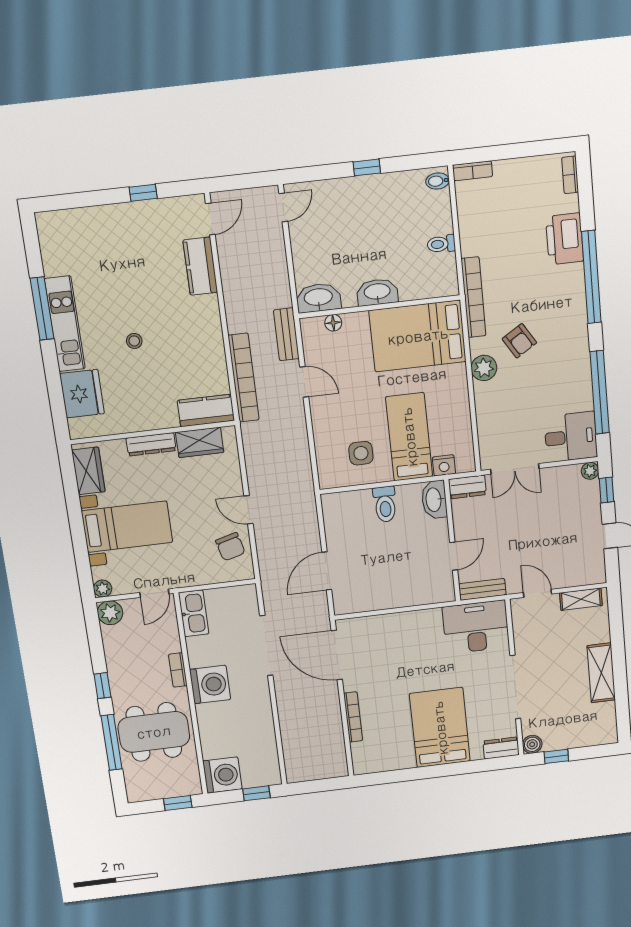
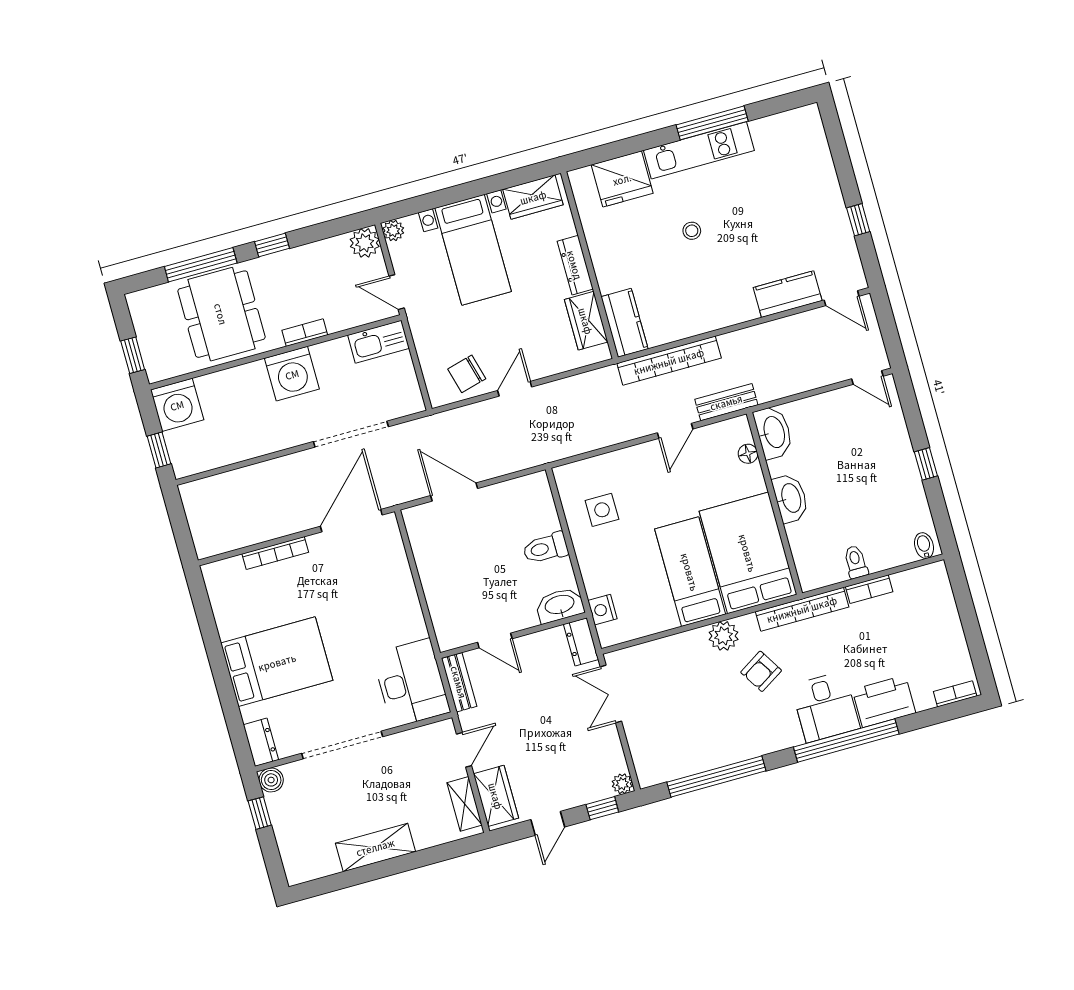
bookcase: (473, 171) -> (869, 589), moved, turned -90
bed: (409, 437) -> (690, 572), moved, turned -90
desk: (571, 437) -> (825, 707), moved
wardrobe: (579, 573) -> (496, 796), added

